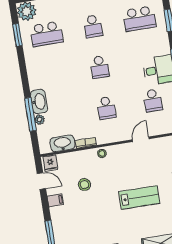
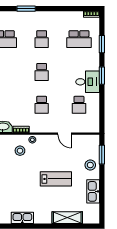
door: (141, 139) -> (65, 134), swing flipped
stool: (84, 185) -> (20, 151), moved

